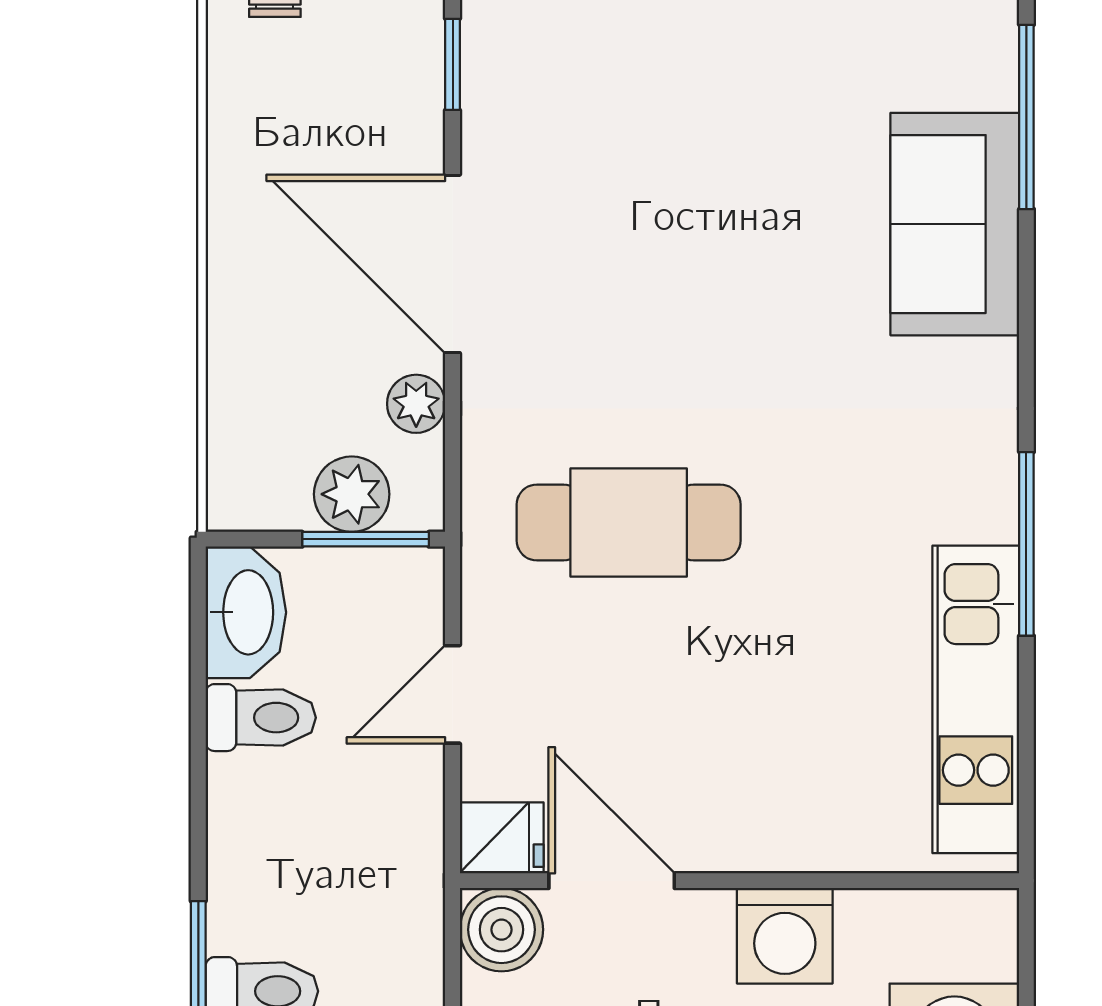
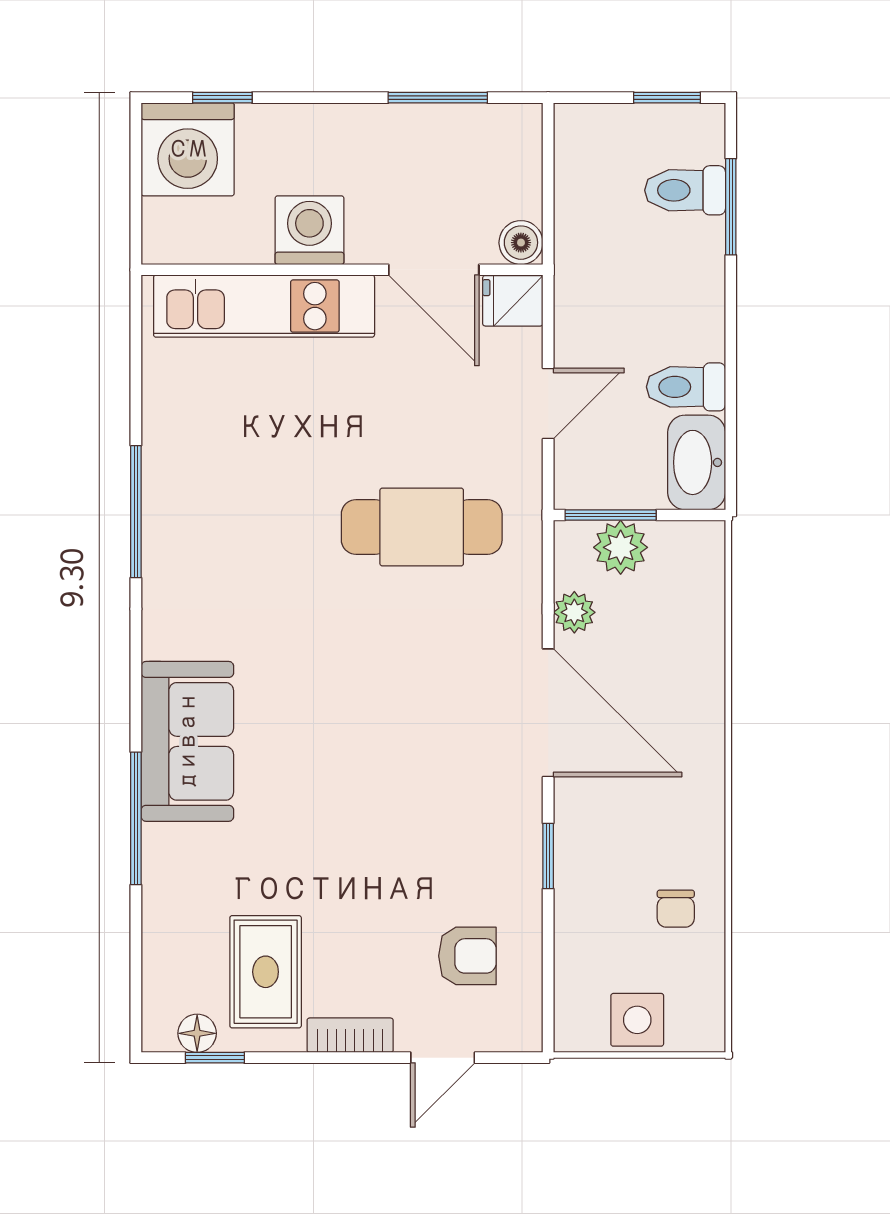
kitchen unit: (976, 699) -> (264, 306), moved, turned 90
boiler: (501, 930) -> (521, 243), width x0.73, depth x0.73

